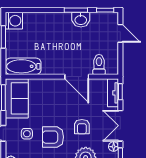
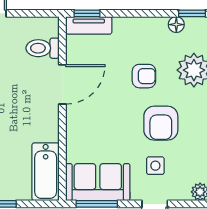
double door: (120, 126) -> (142, 13), removed

